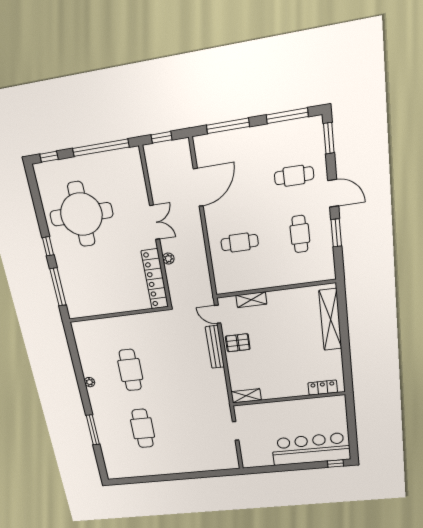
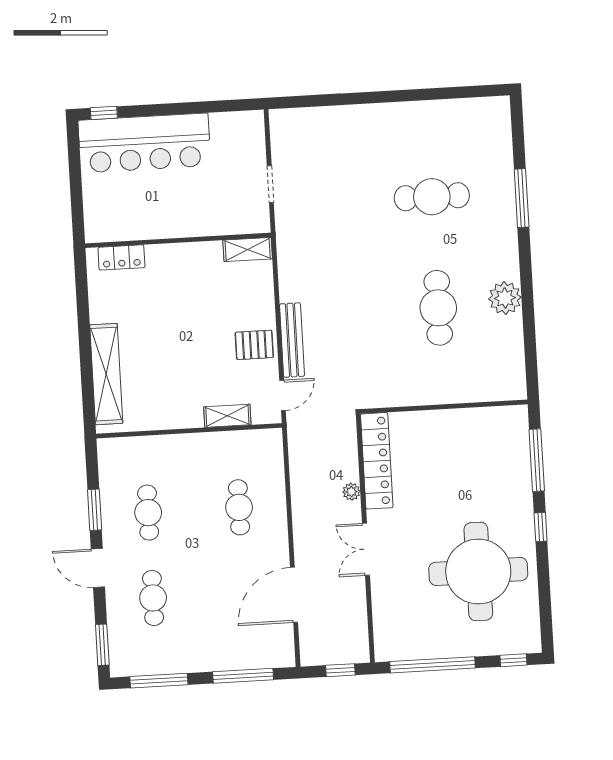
cafe table: (294, 176) -> (153, 598), turned 90
cafe table: (240, 243) -> (239, 507), turned 90
door: (218, 314) -> (283, 395), hinge flipped
plant: (90, 382) -> (505, 298), width x1.87, depth x1.87
cafe table: (143, 428) -> (432, 197), turned 90

